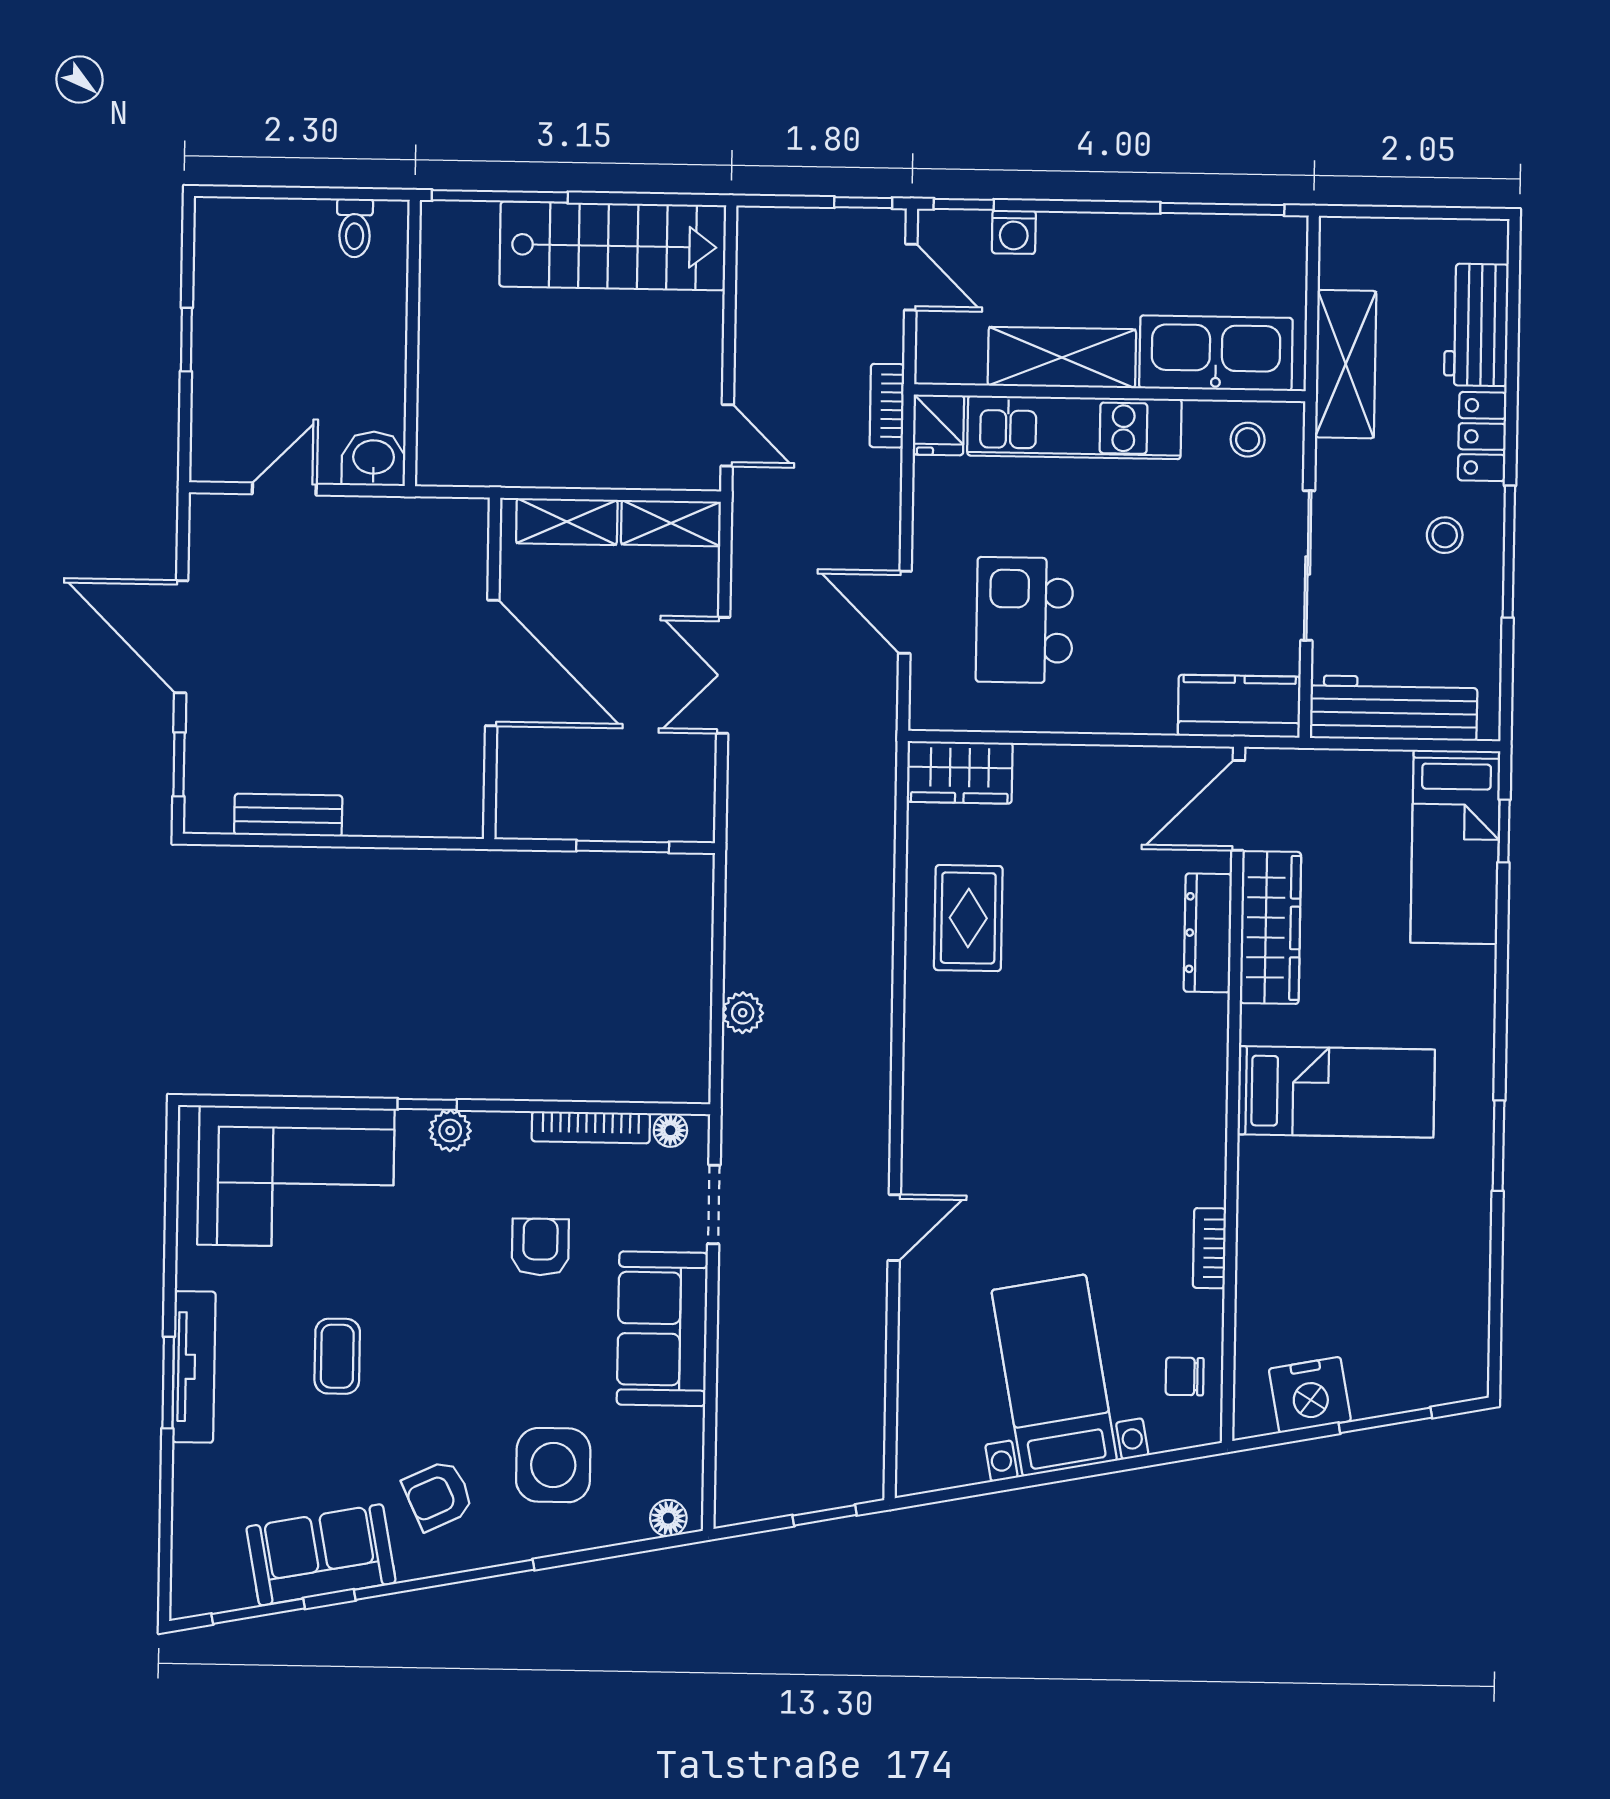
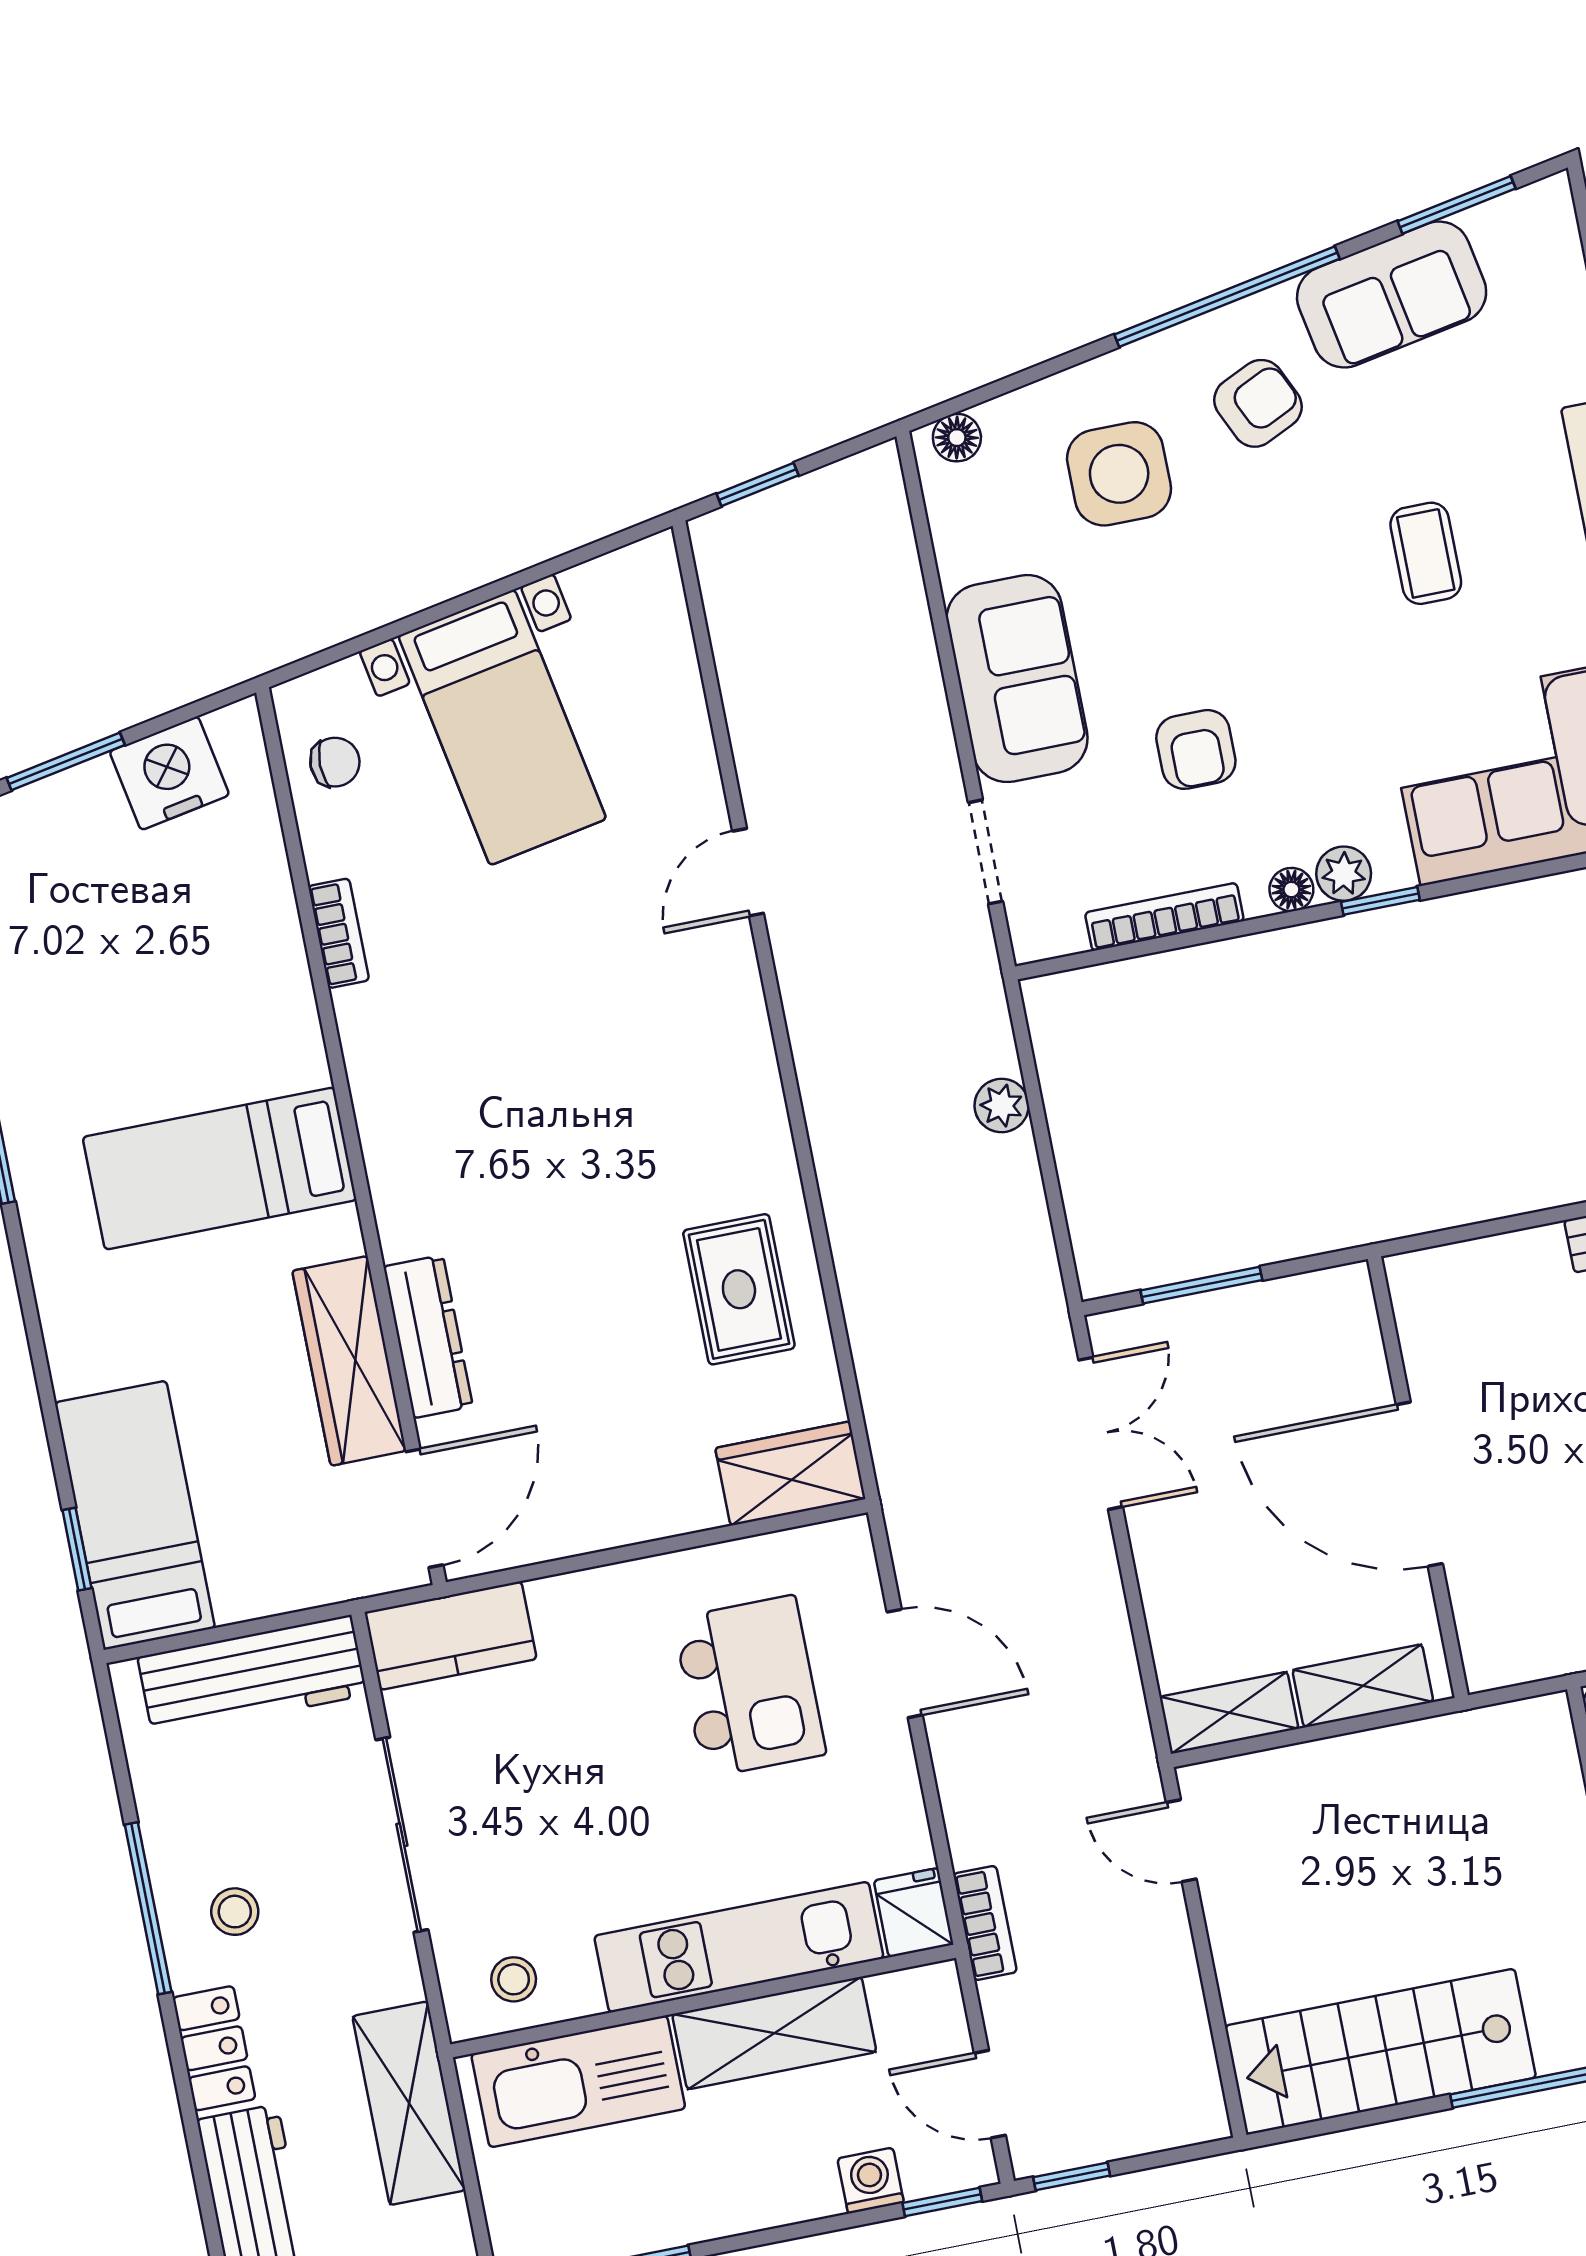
double door: (723, 675) -> (1101, 1433), moved
floor lamp: (670, 1130) -> (1291, 890), moved

